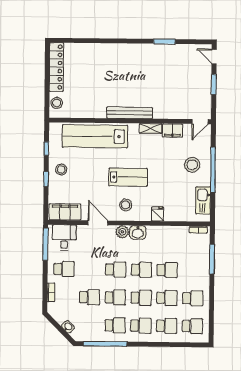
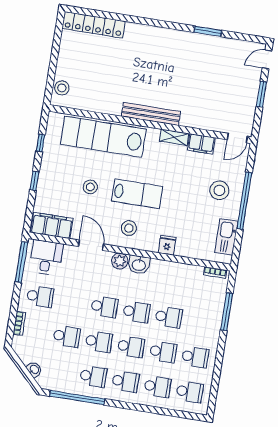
door: (214, 57) -> (267, 59), hinge flipped
locker: (57, 67) -> (94, 25), moved, turned 90
stool: (61, 170) -> (90, 187), moved

